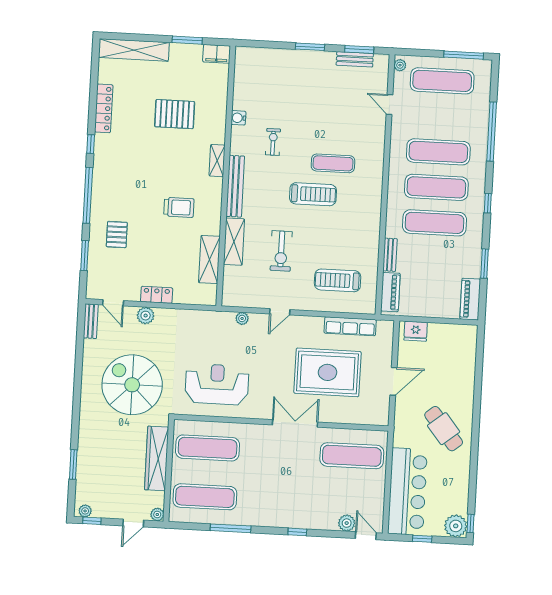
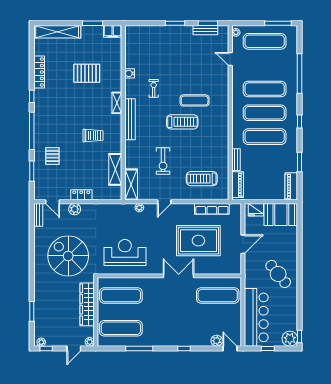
shelving: (234, 242) -> (131, 185), moved
booth: (452, 340) -> (281, 214), added

